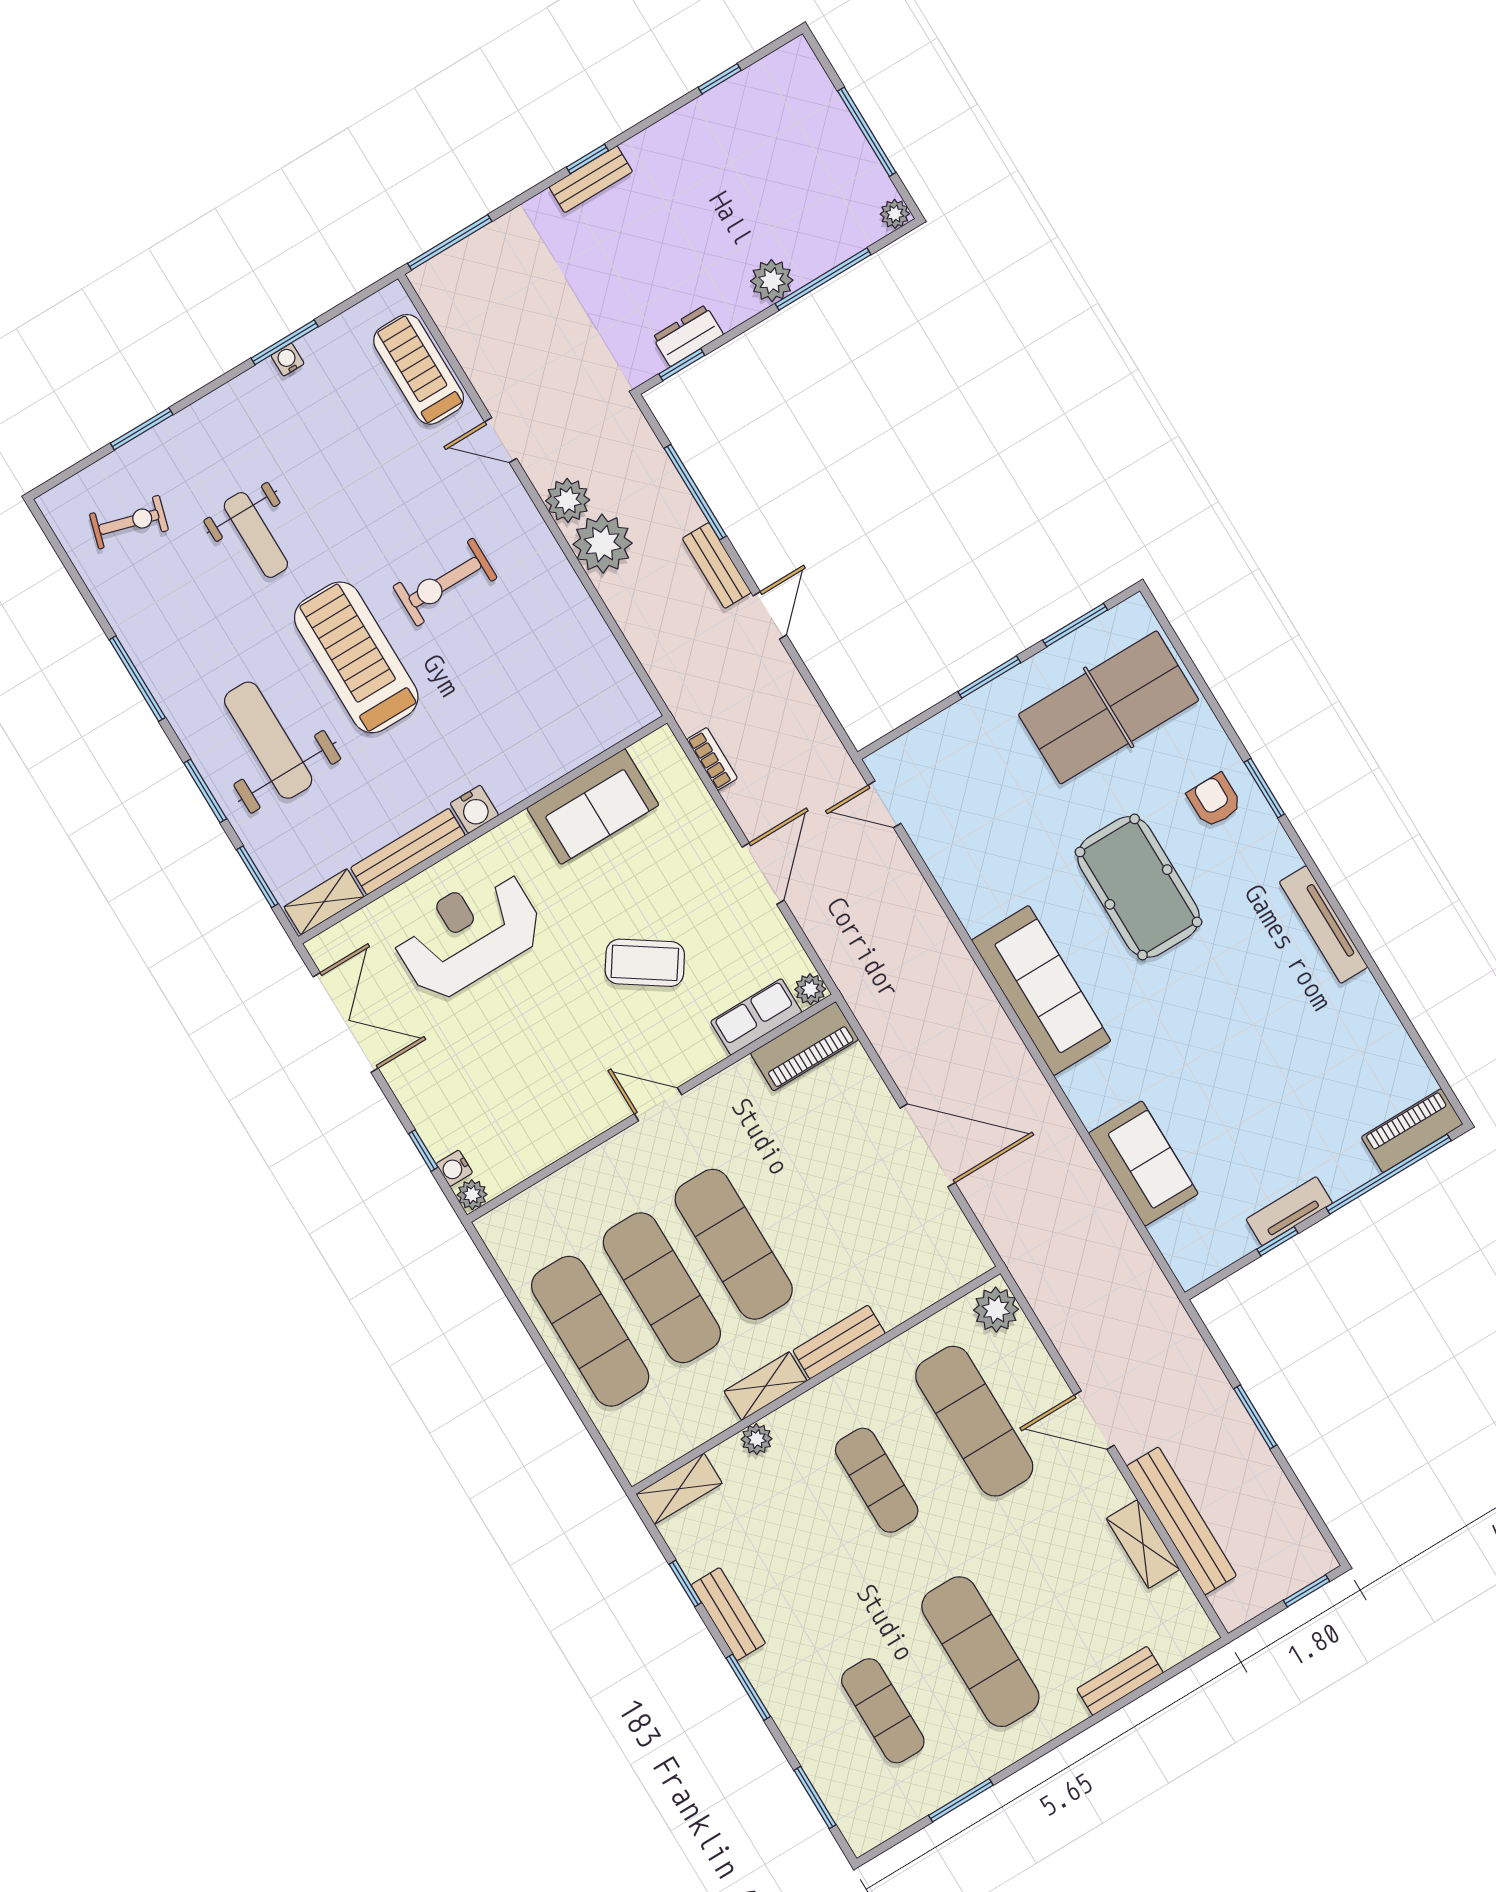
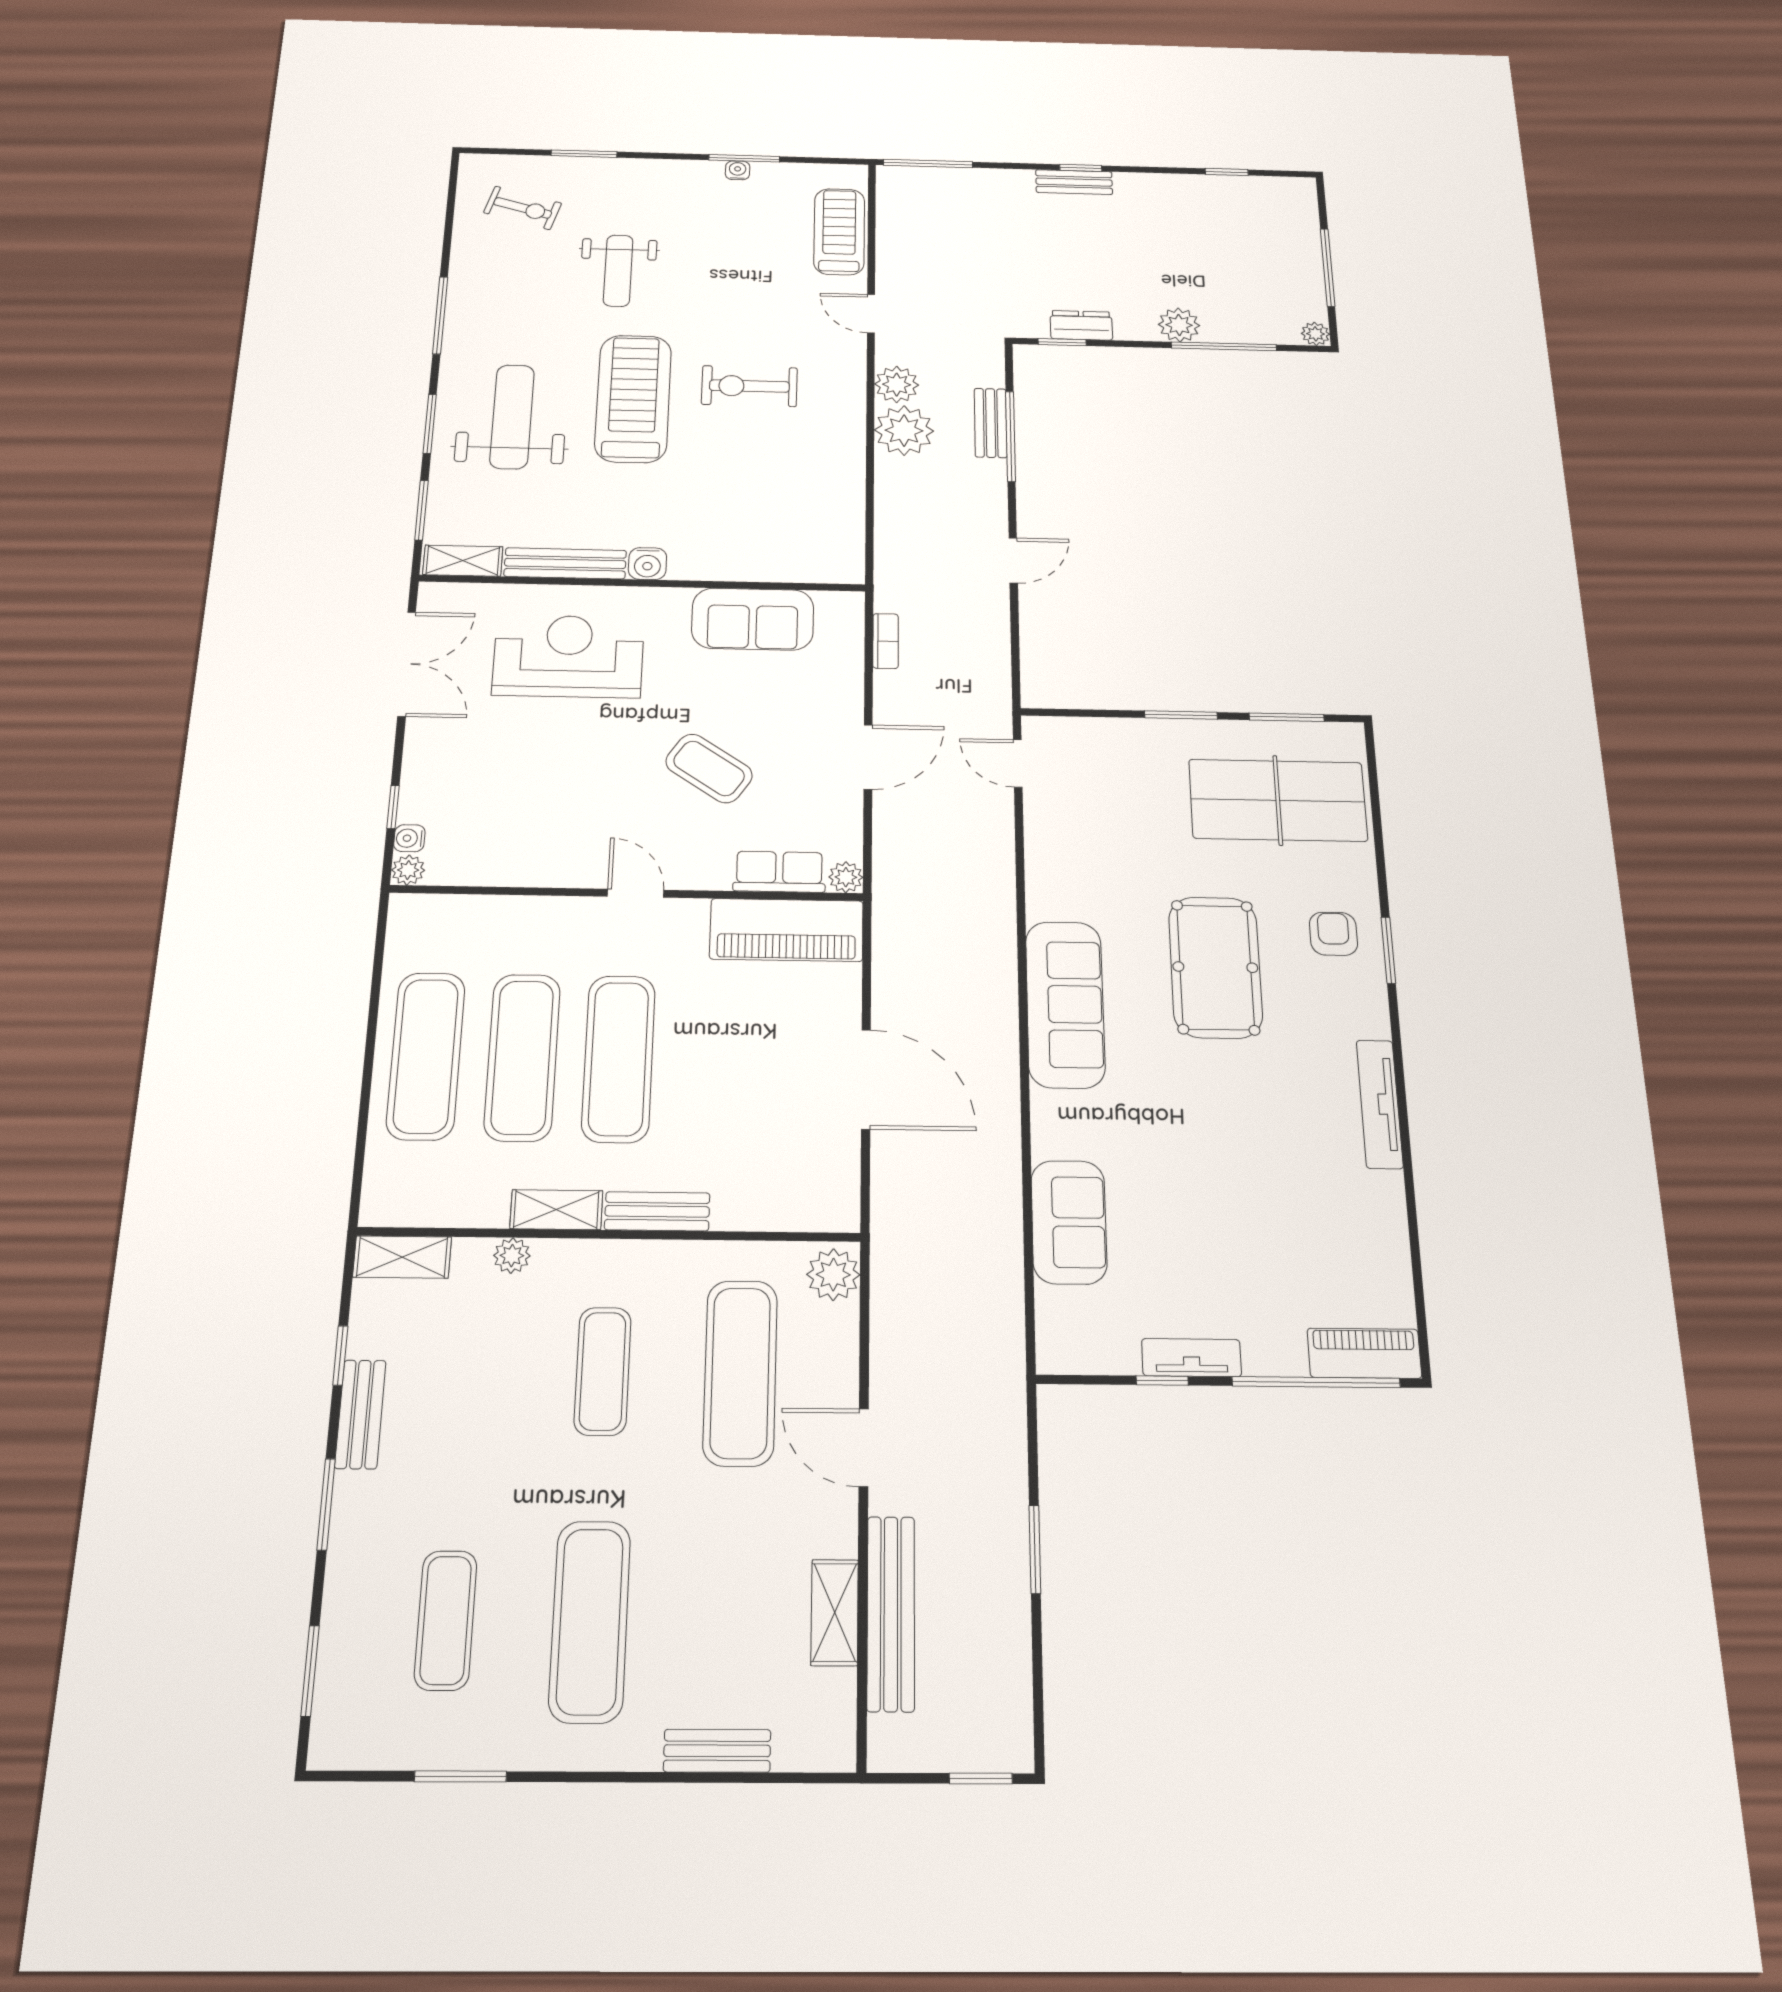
bench: (717, 565) -> (991, 423), moved
piano: (804, 1046) -> (787, 930), width x1.37, depth x1.33

